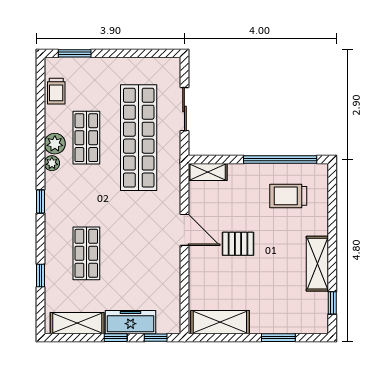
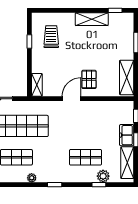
plant: (55, 144) -> (103, 176), moved
window: (280, 159) -> (29, 41), width x0.32
trolley: (288, 196) -> (51, 37), turned 180
pallet: (238, 244) -> (89, 79), moved
freezer: (131, 322) -> (127, 135), width x0.71

